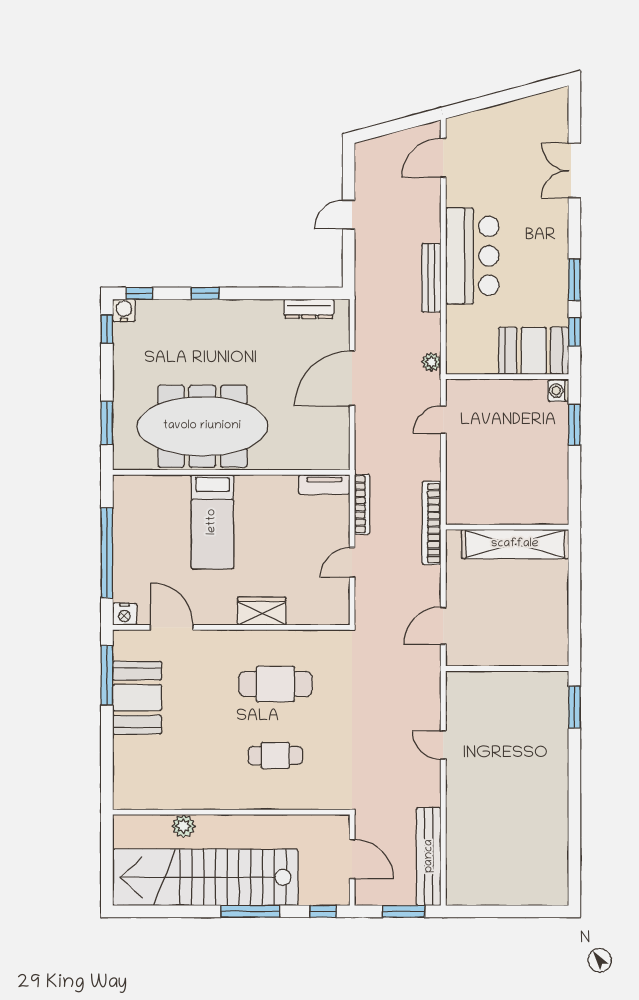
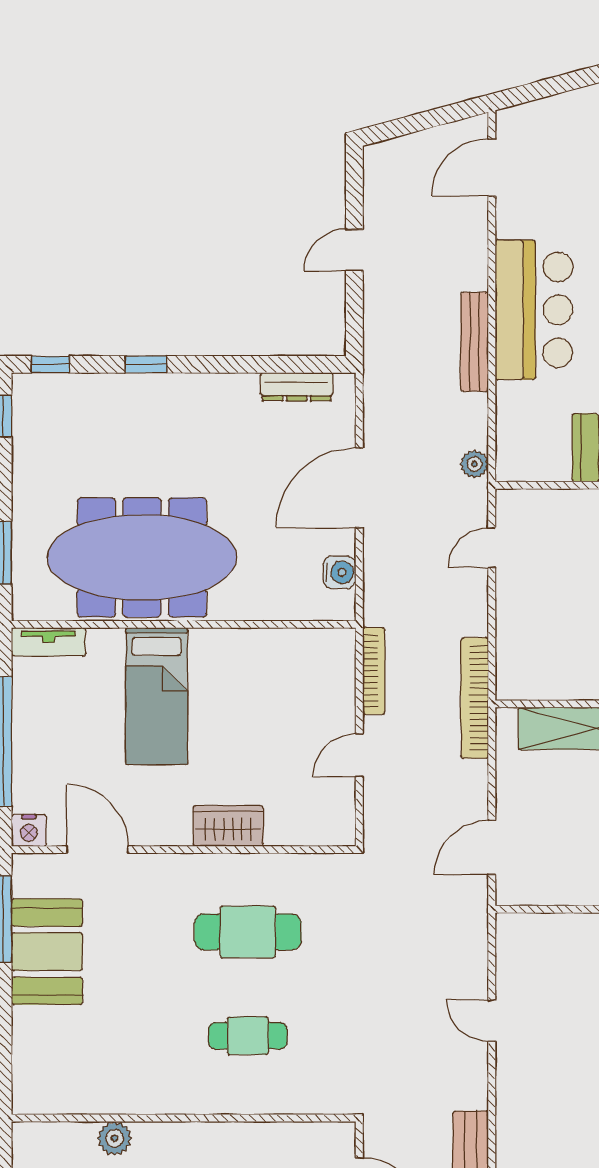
water cooler: (124, 310) -> (339, 572), moved, turned 90
tv unit: (324, 484) -> (49, 642), moved

